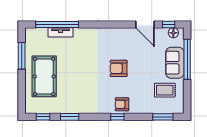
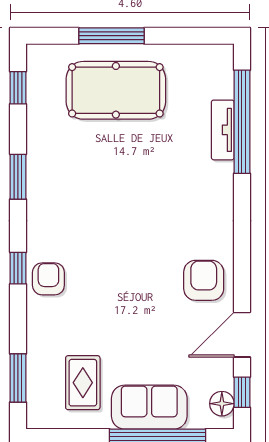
window: (22, 56) -> (111, 36), moved
armchair: (119, 68) -> (204, 280), moved
window: (70, 117) -> (18, 177), moved

